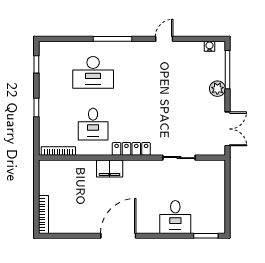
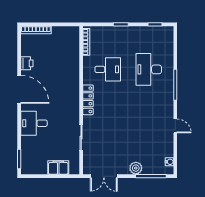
desk: (93, 124) -> (108, 69), turned 180
filing cabinet: (110, 168) -> (58, 167), moved, turned 90
desk: (175, 217) -> (34, 123), moved
printer: (85, 226) -> (27, 63), added

